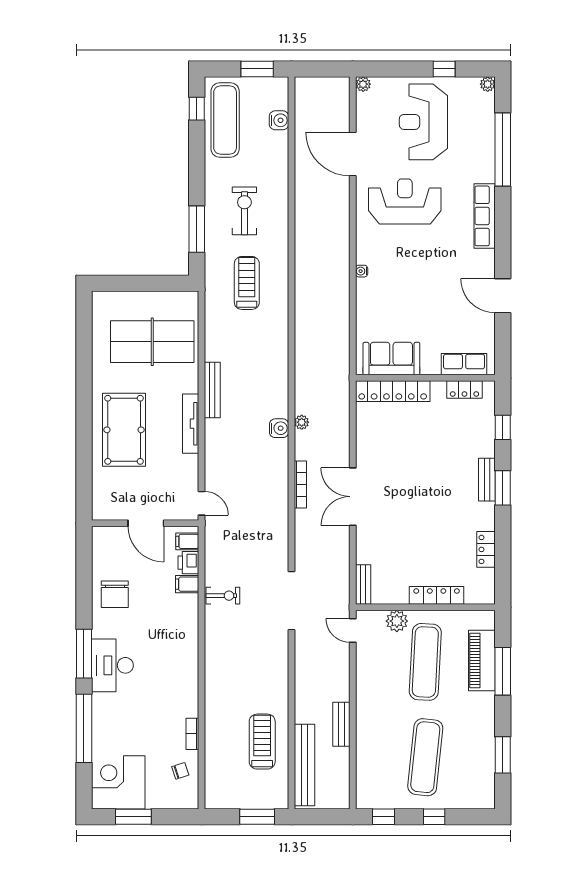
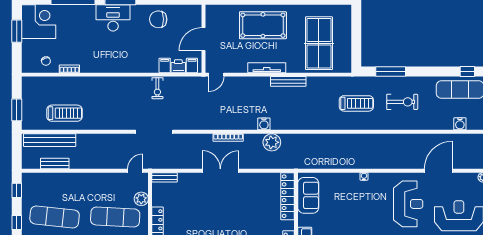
plant: (302, 422) -> (272, 142), width x1.87, depth x1.87
bench: (341, 724) -> (55, 164), moved

